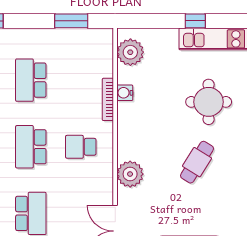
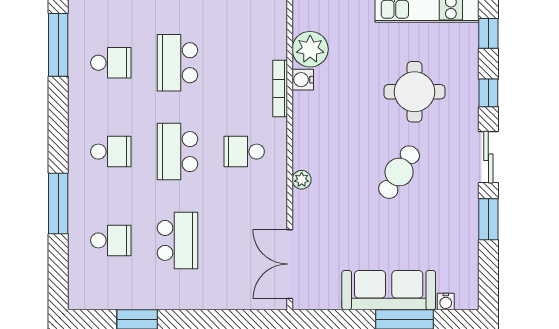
plant: (130, 52) -> (310, 49), moved
plant: (130, 174) -> (302, 180), width x0.53, depth x0.53

